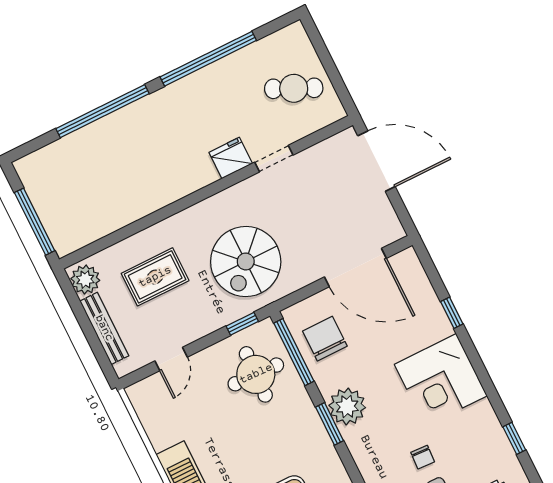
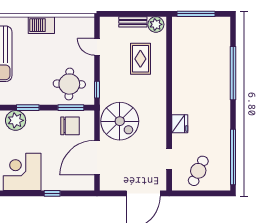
window: (208, 59) -> (233, 157), moved
doorway: (274, 159) -> (169, 159), moved
spiral stairs: (246, 262) -> (120, 121), moved, turned 180
bench: (104, 328) -> (133, 22), width x0.73
window: (294, 352) -> (71, 108), width x0.69
plant: (347, 406) -> (16, 120), moved

